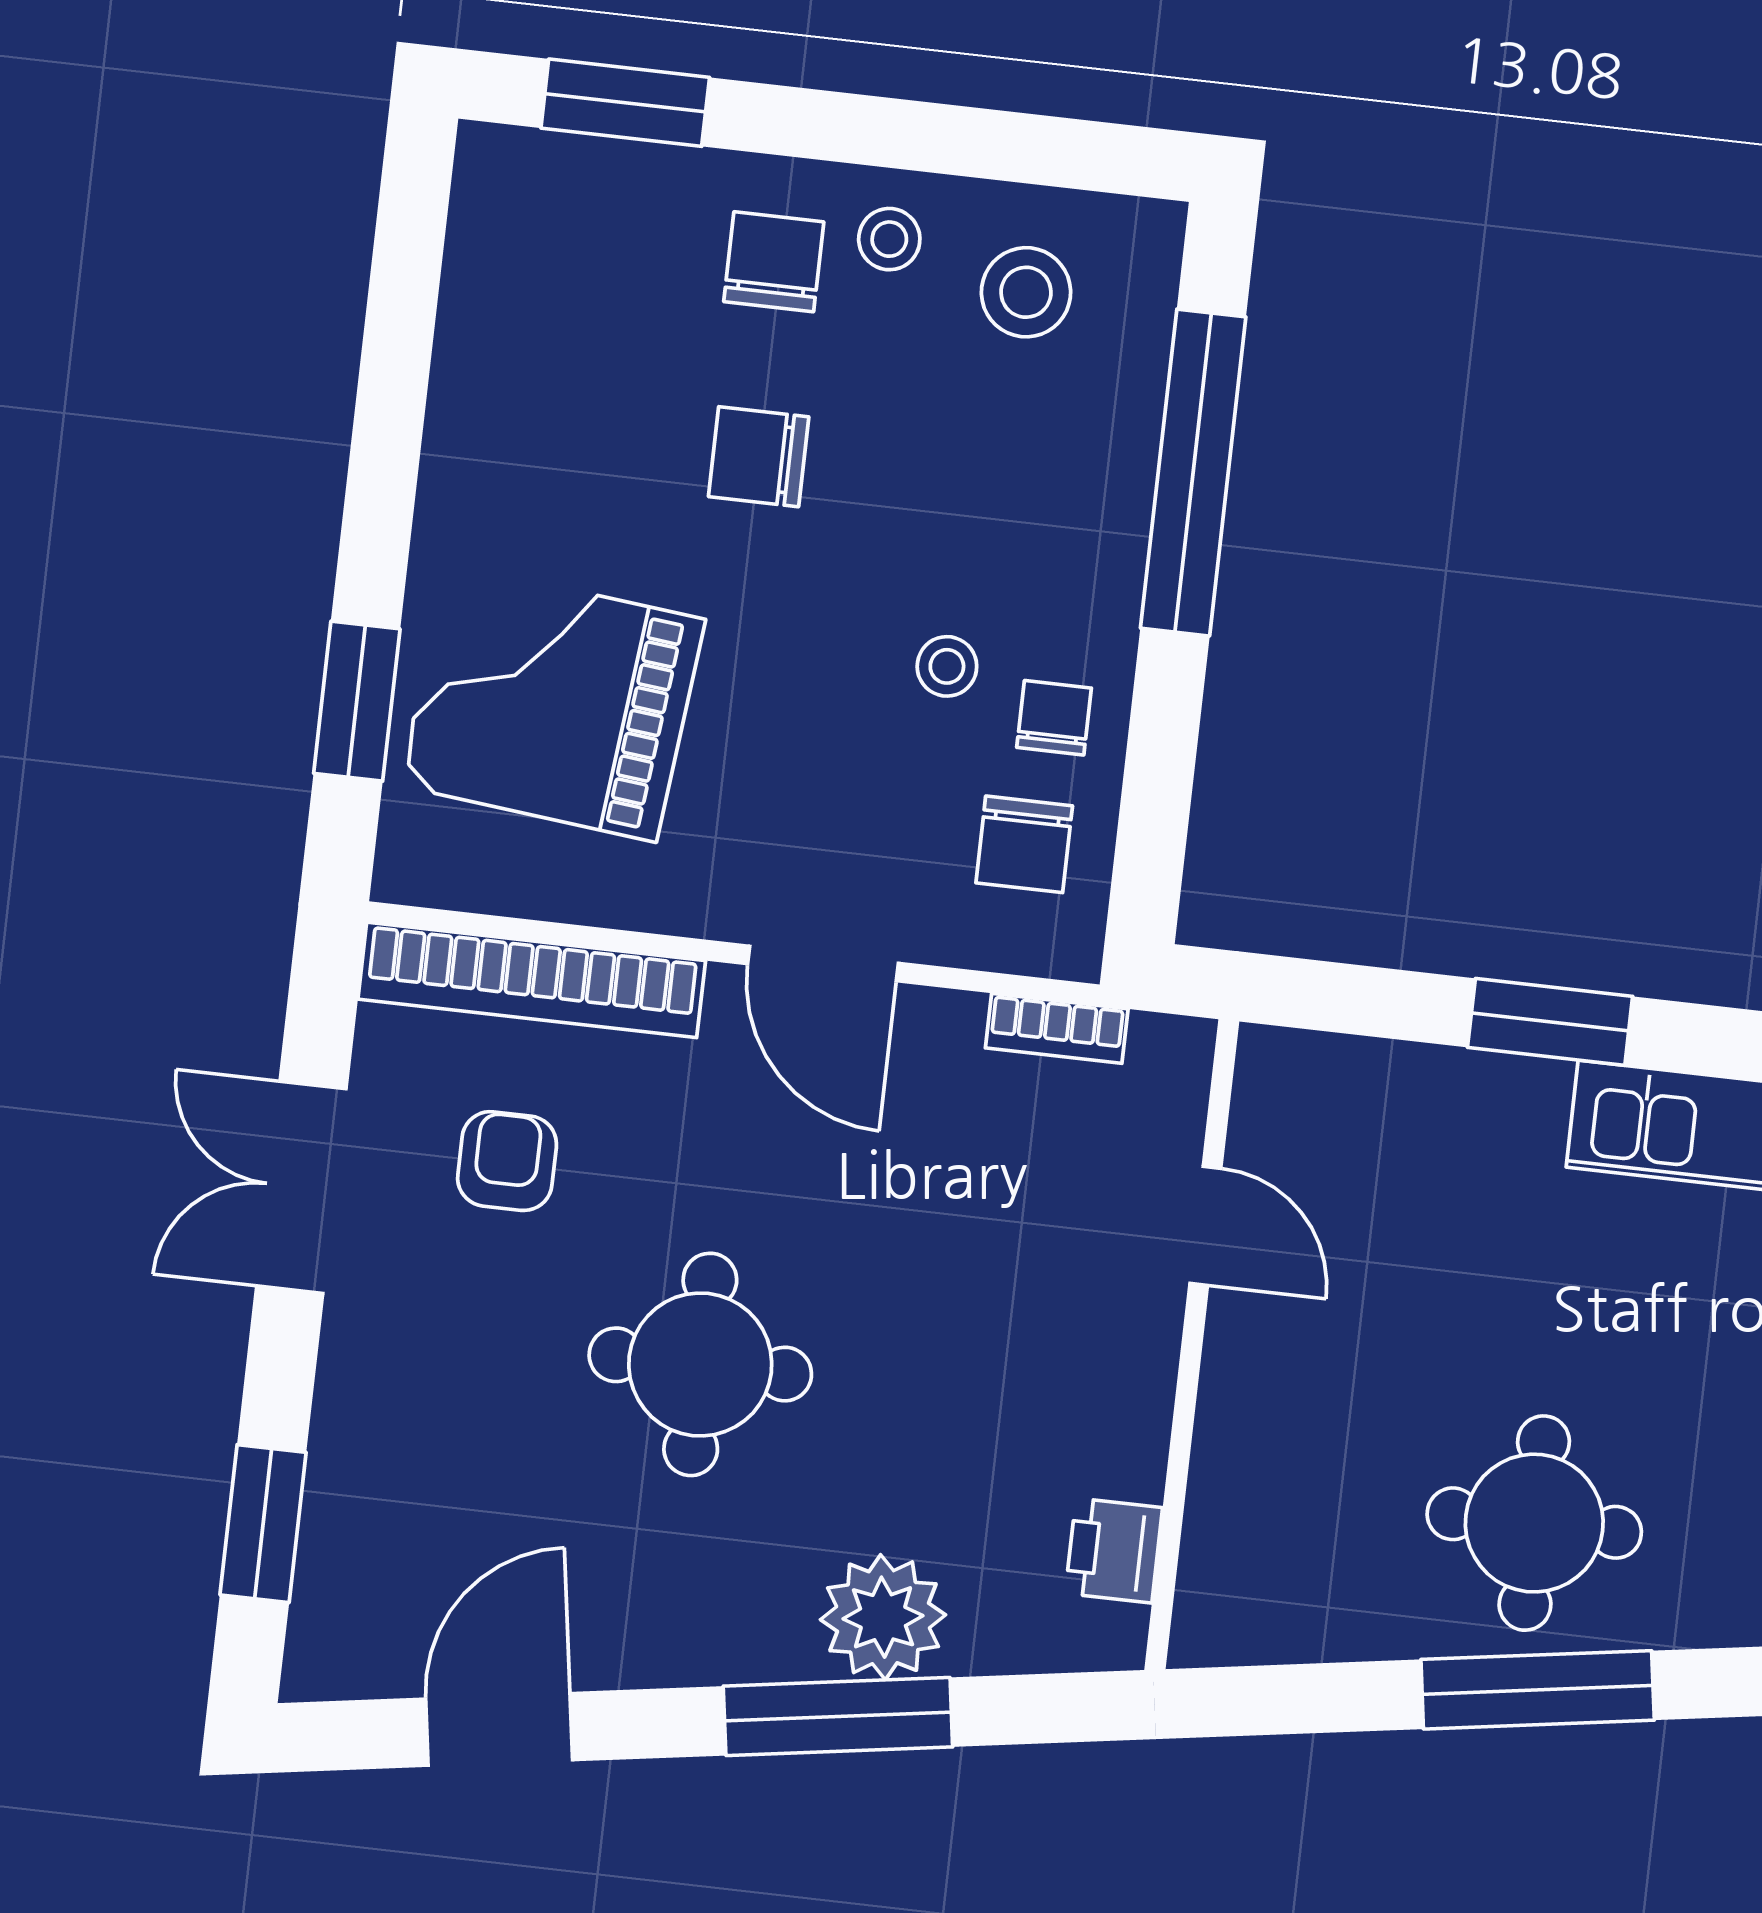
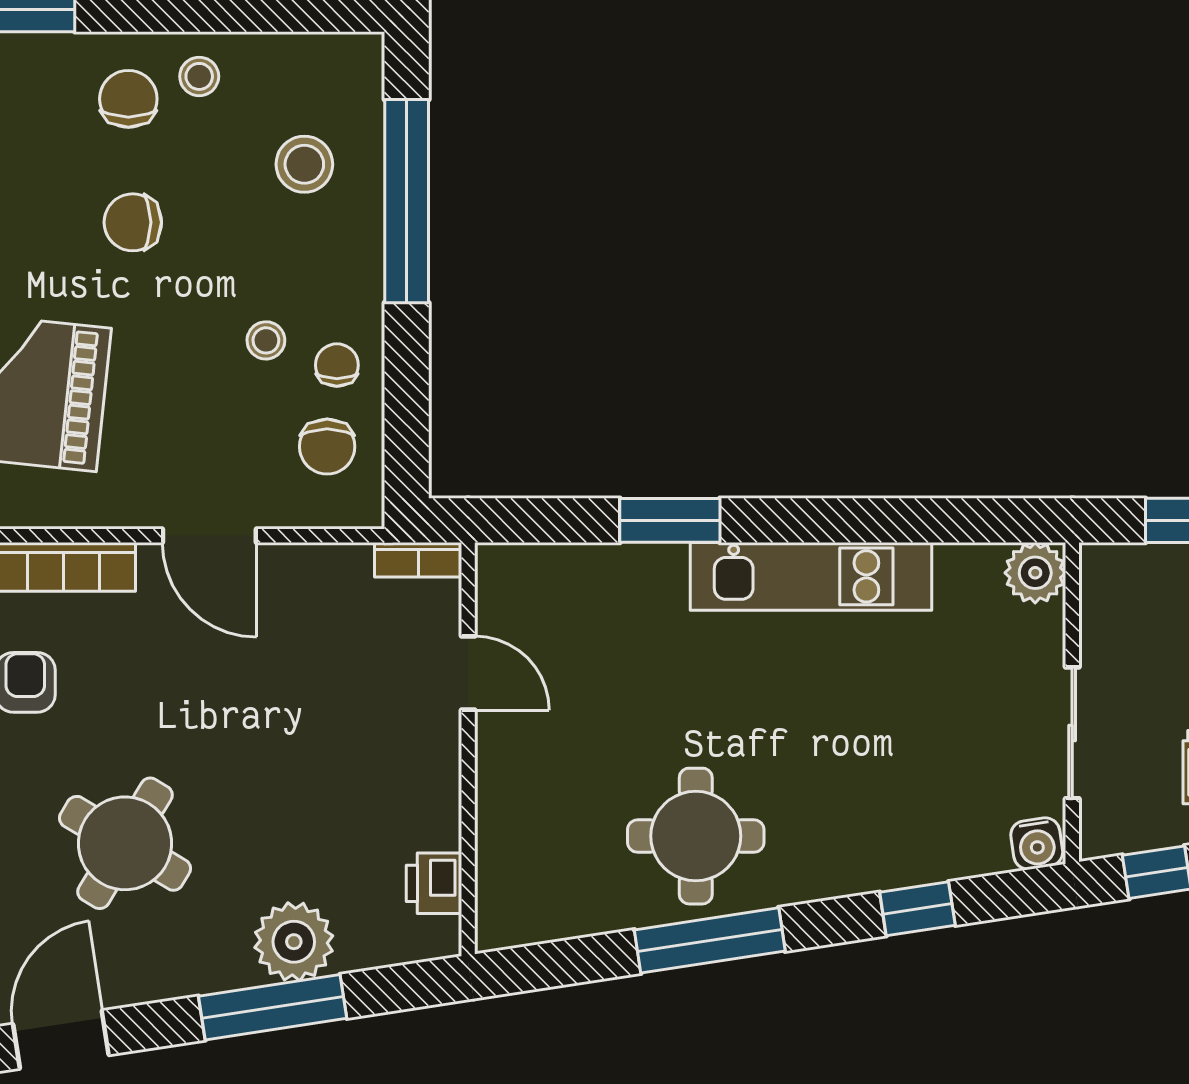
stool: (1026, 292) -> (304, 164), moved
bookcase: (1057, 1028) -> (418, 560), moved
round table: (700, 1364) -> (125, 843), moved, turned 31

